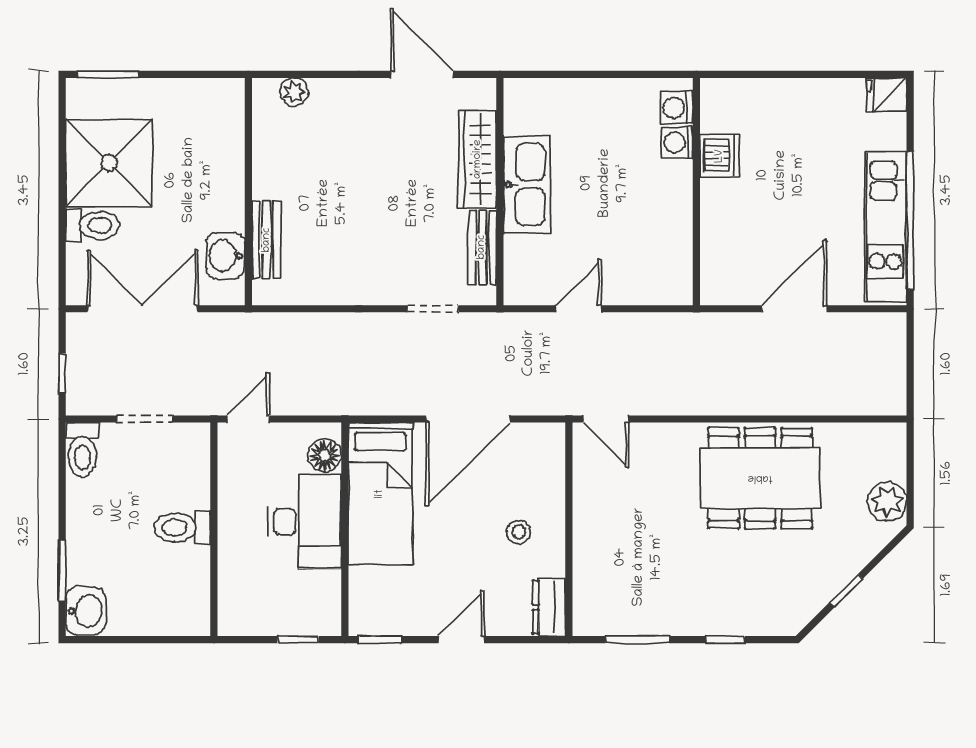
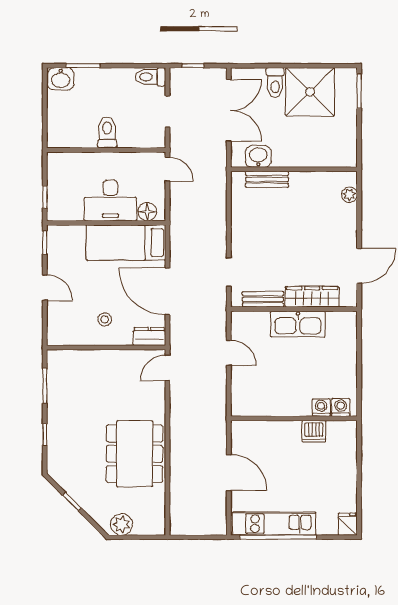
dresser: (549, 607) -> (149, 336), moved

